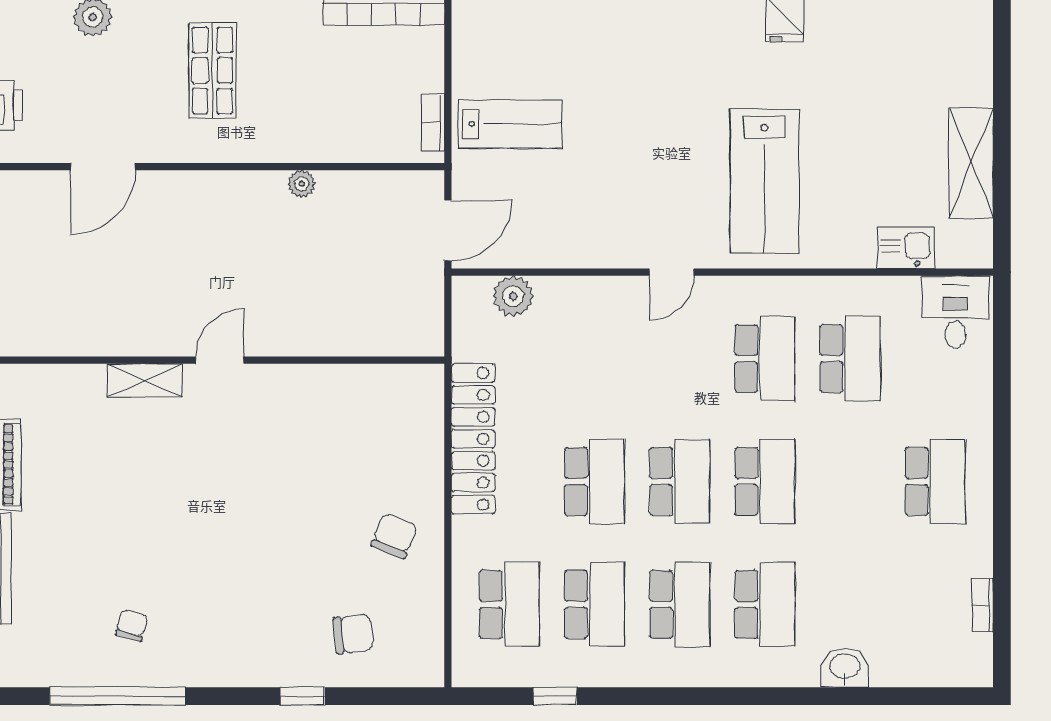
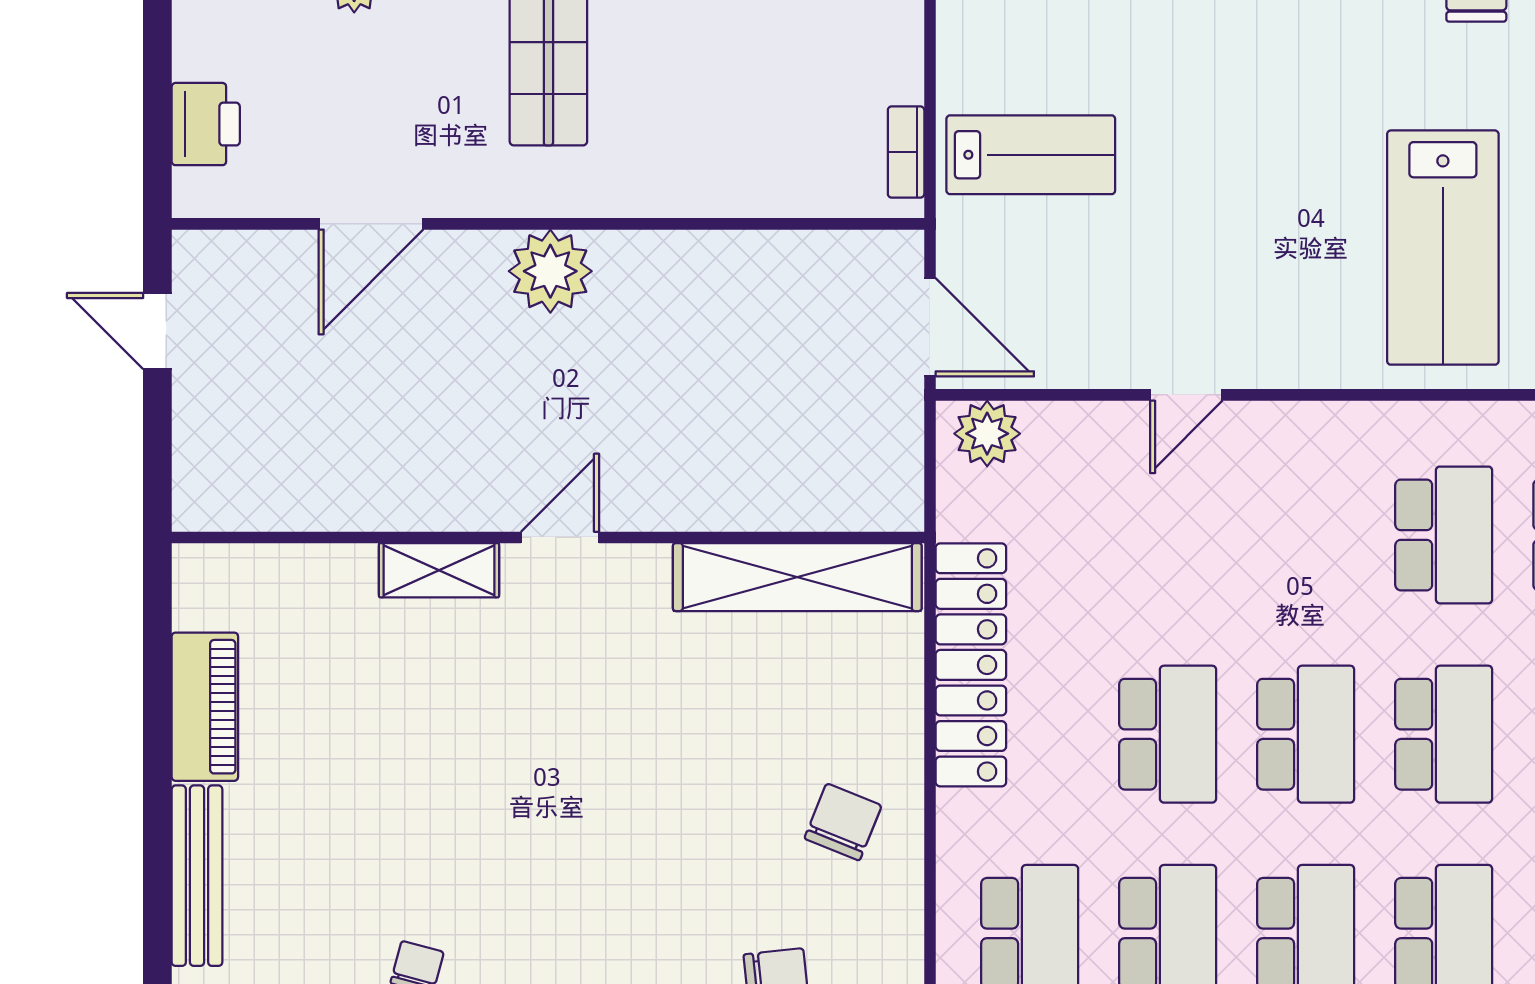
plant: (302, 184) -> (550, 271), moved, width x1.88, depth x1.88
door: (448, 231) -> (930, 327), hinge flipped
door: (672, 272) -> (1186, 395), moved
plant: (513, 296) -> (987, 434), moved
shelving: (366, 385) -> (797, 577), added

